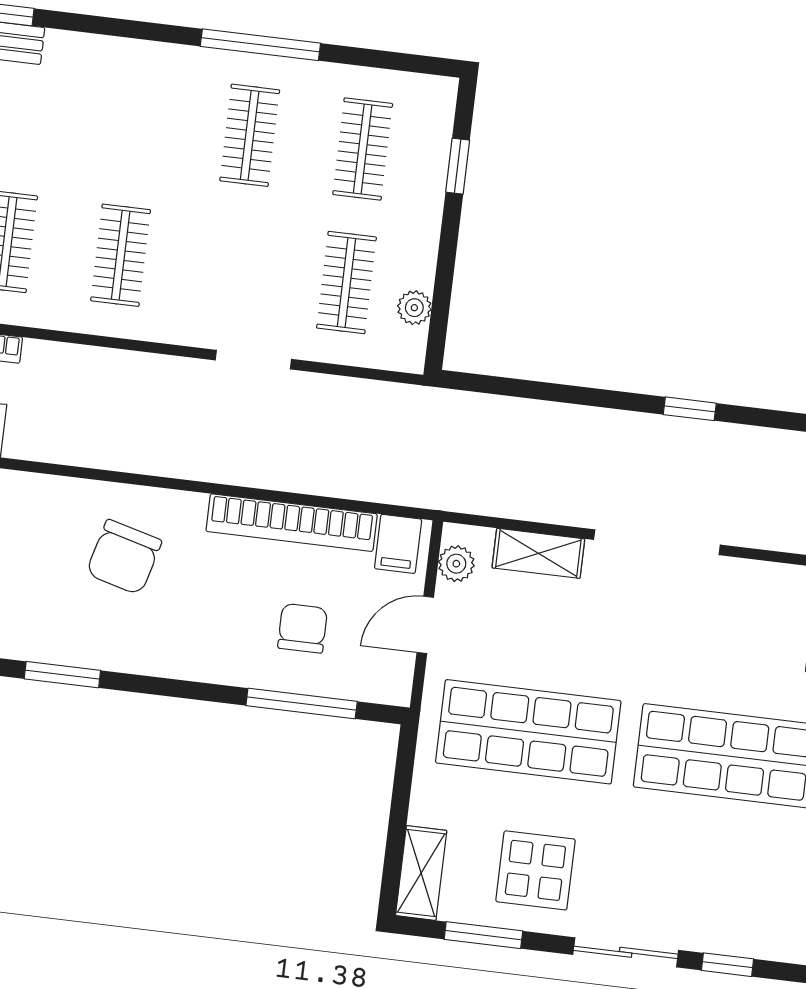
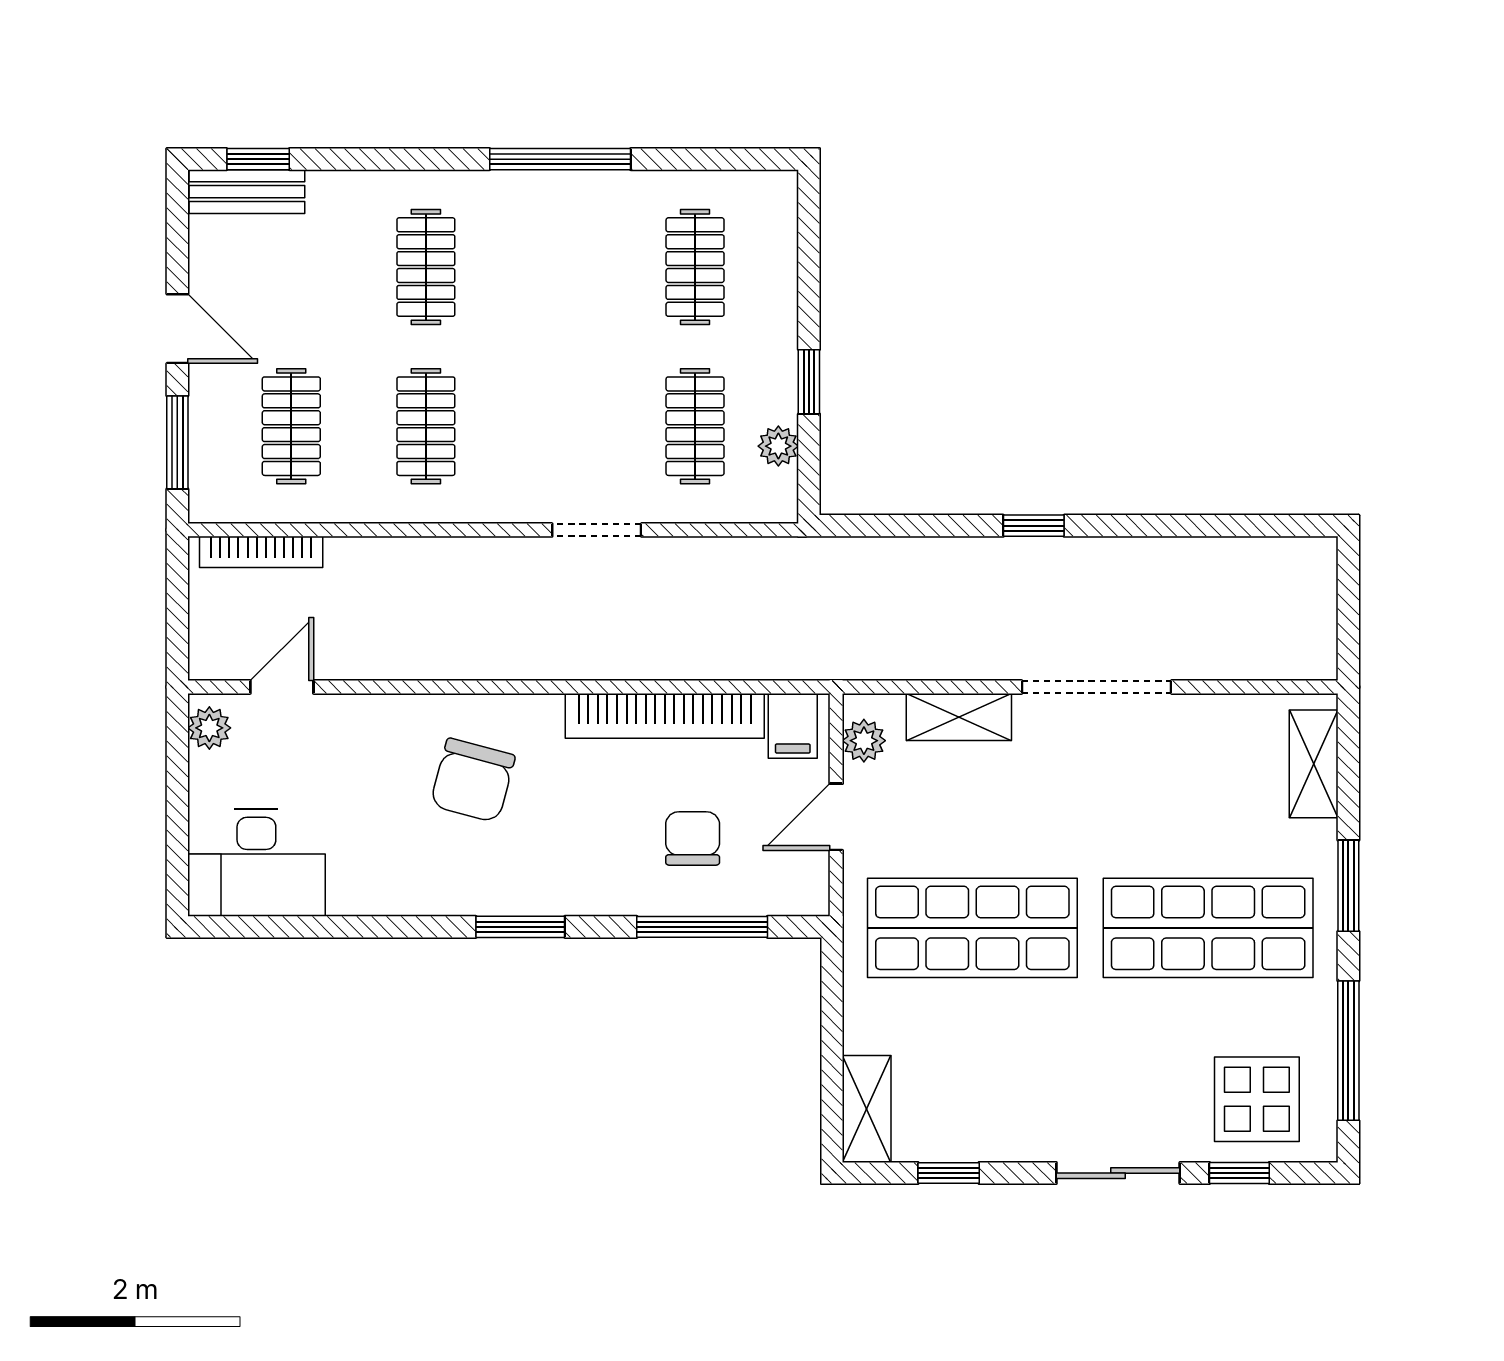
clothes rail: (250, 135) -> (426, 267), moved
window: (458, 166) -> (809, 382), moved
window: (690, 409) -> (1034, 526), moved
window: (62, 675) -> (520, 927), moved
display table: (535, 870) -> (1257, 1099), moved
window: (483, 935) -> (949, 1173), width x0.67

